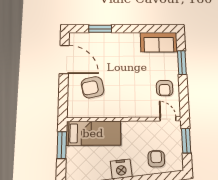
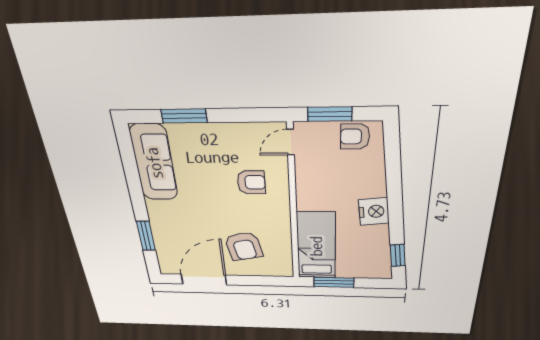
sofa: (159, 42) -> (154, 163), width x1.36
armchair: (165, 88) -> (251, 182), moved
armchair: (156, 159) -> (355, 136), moved

